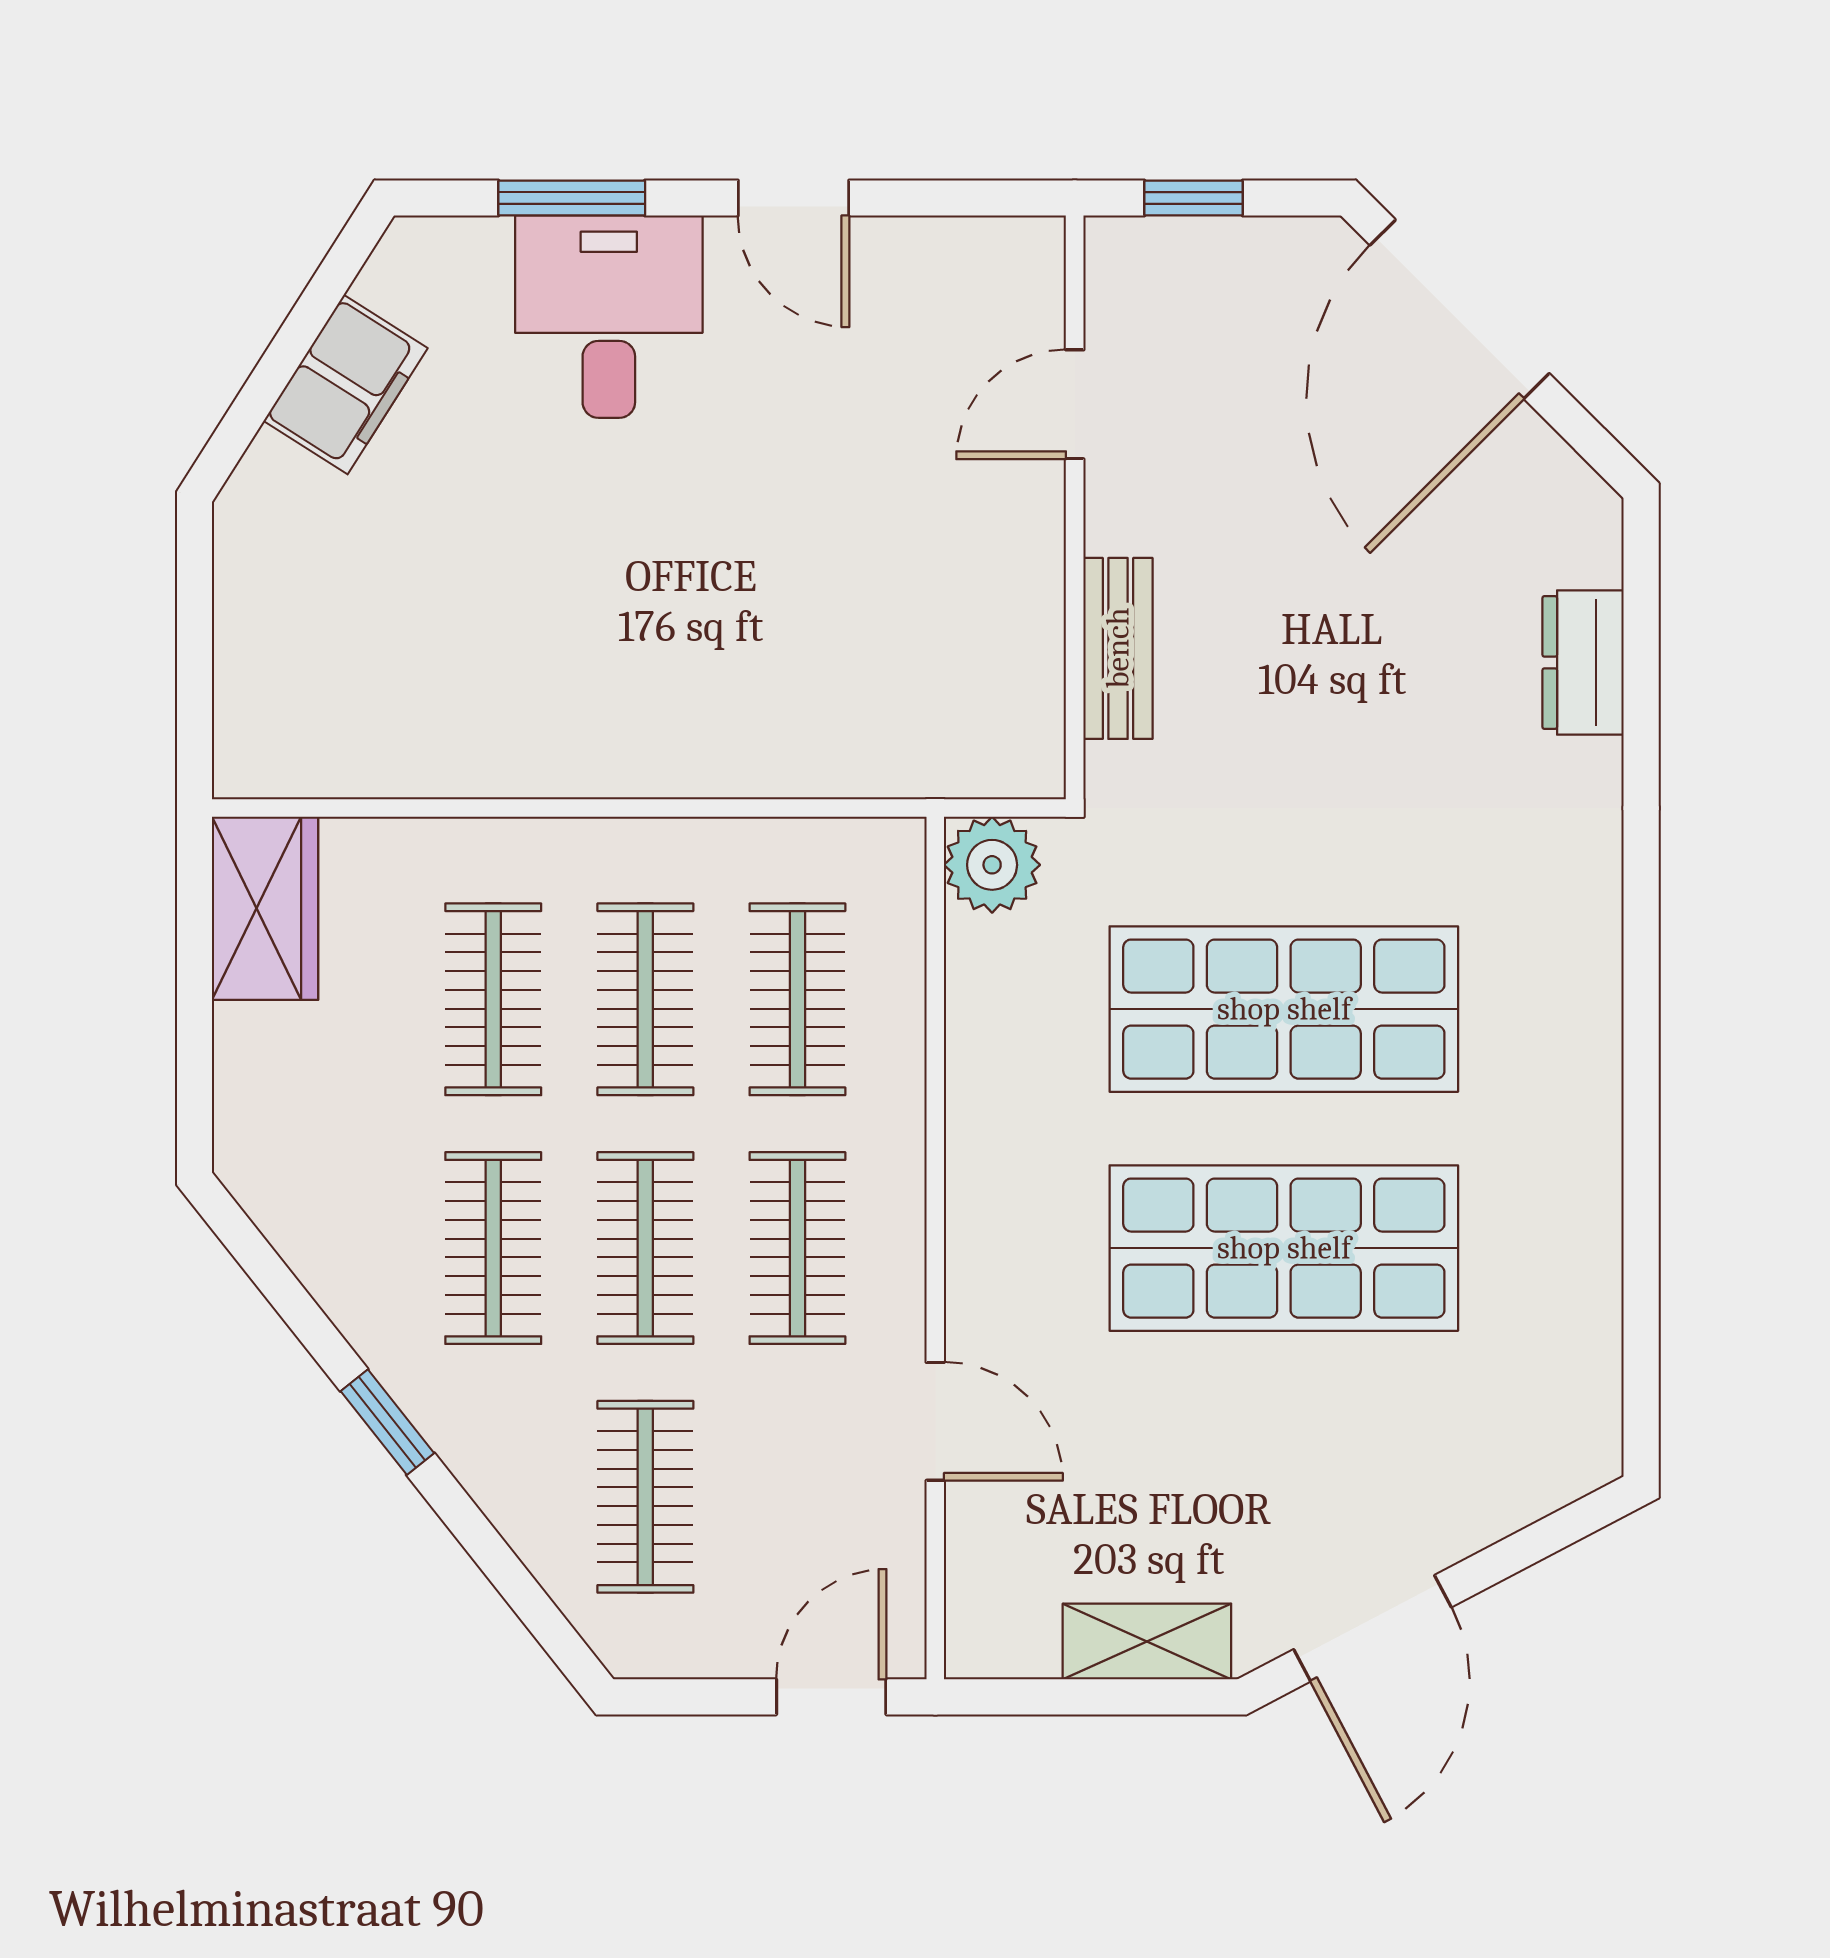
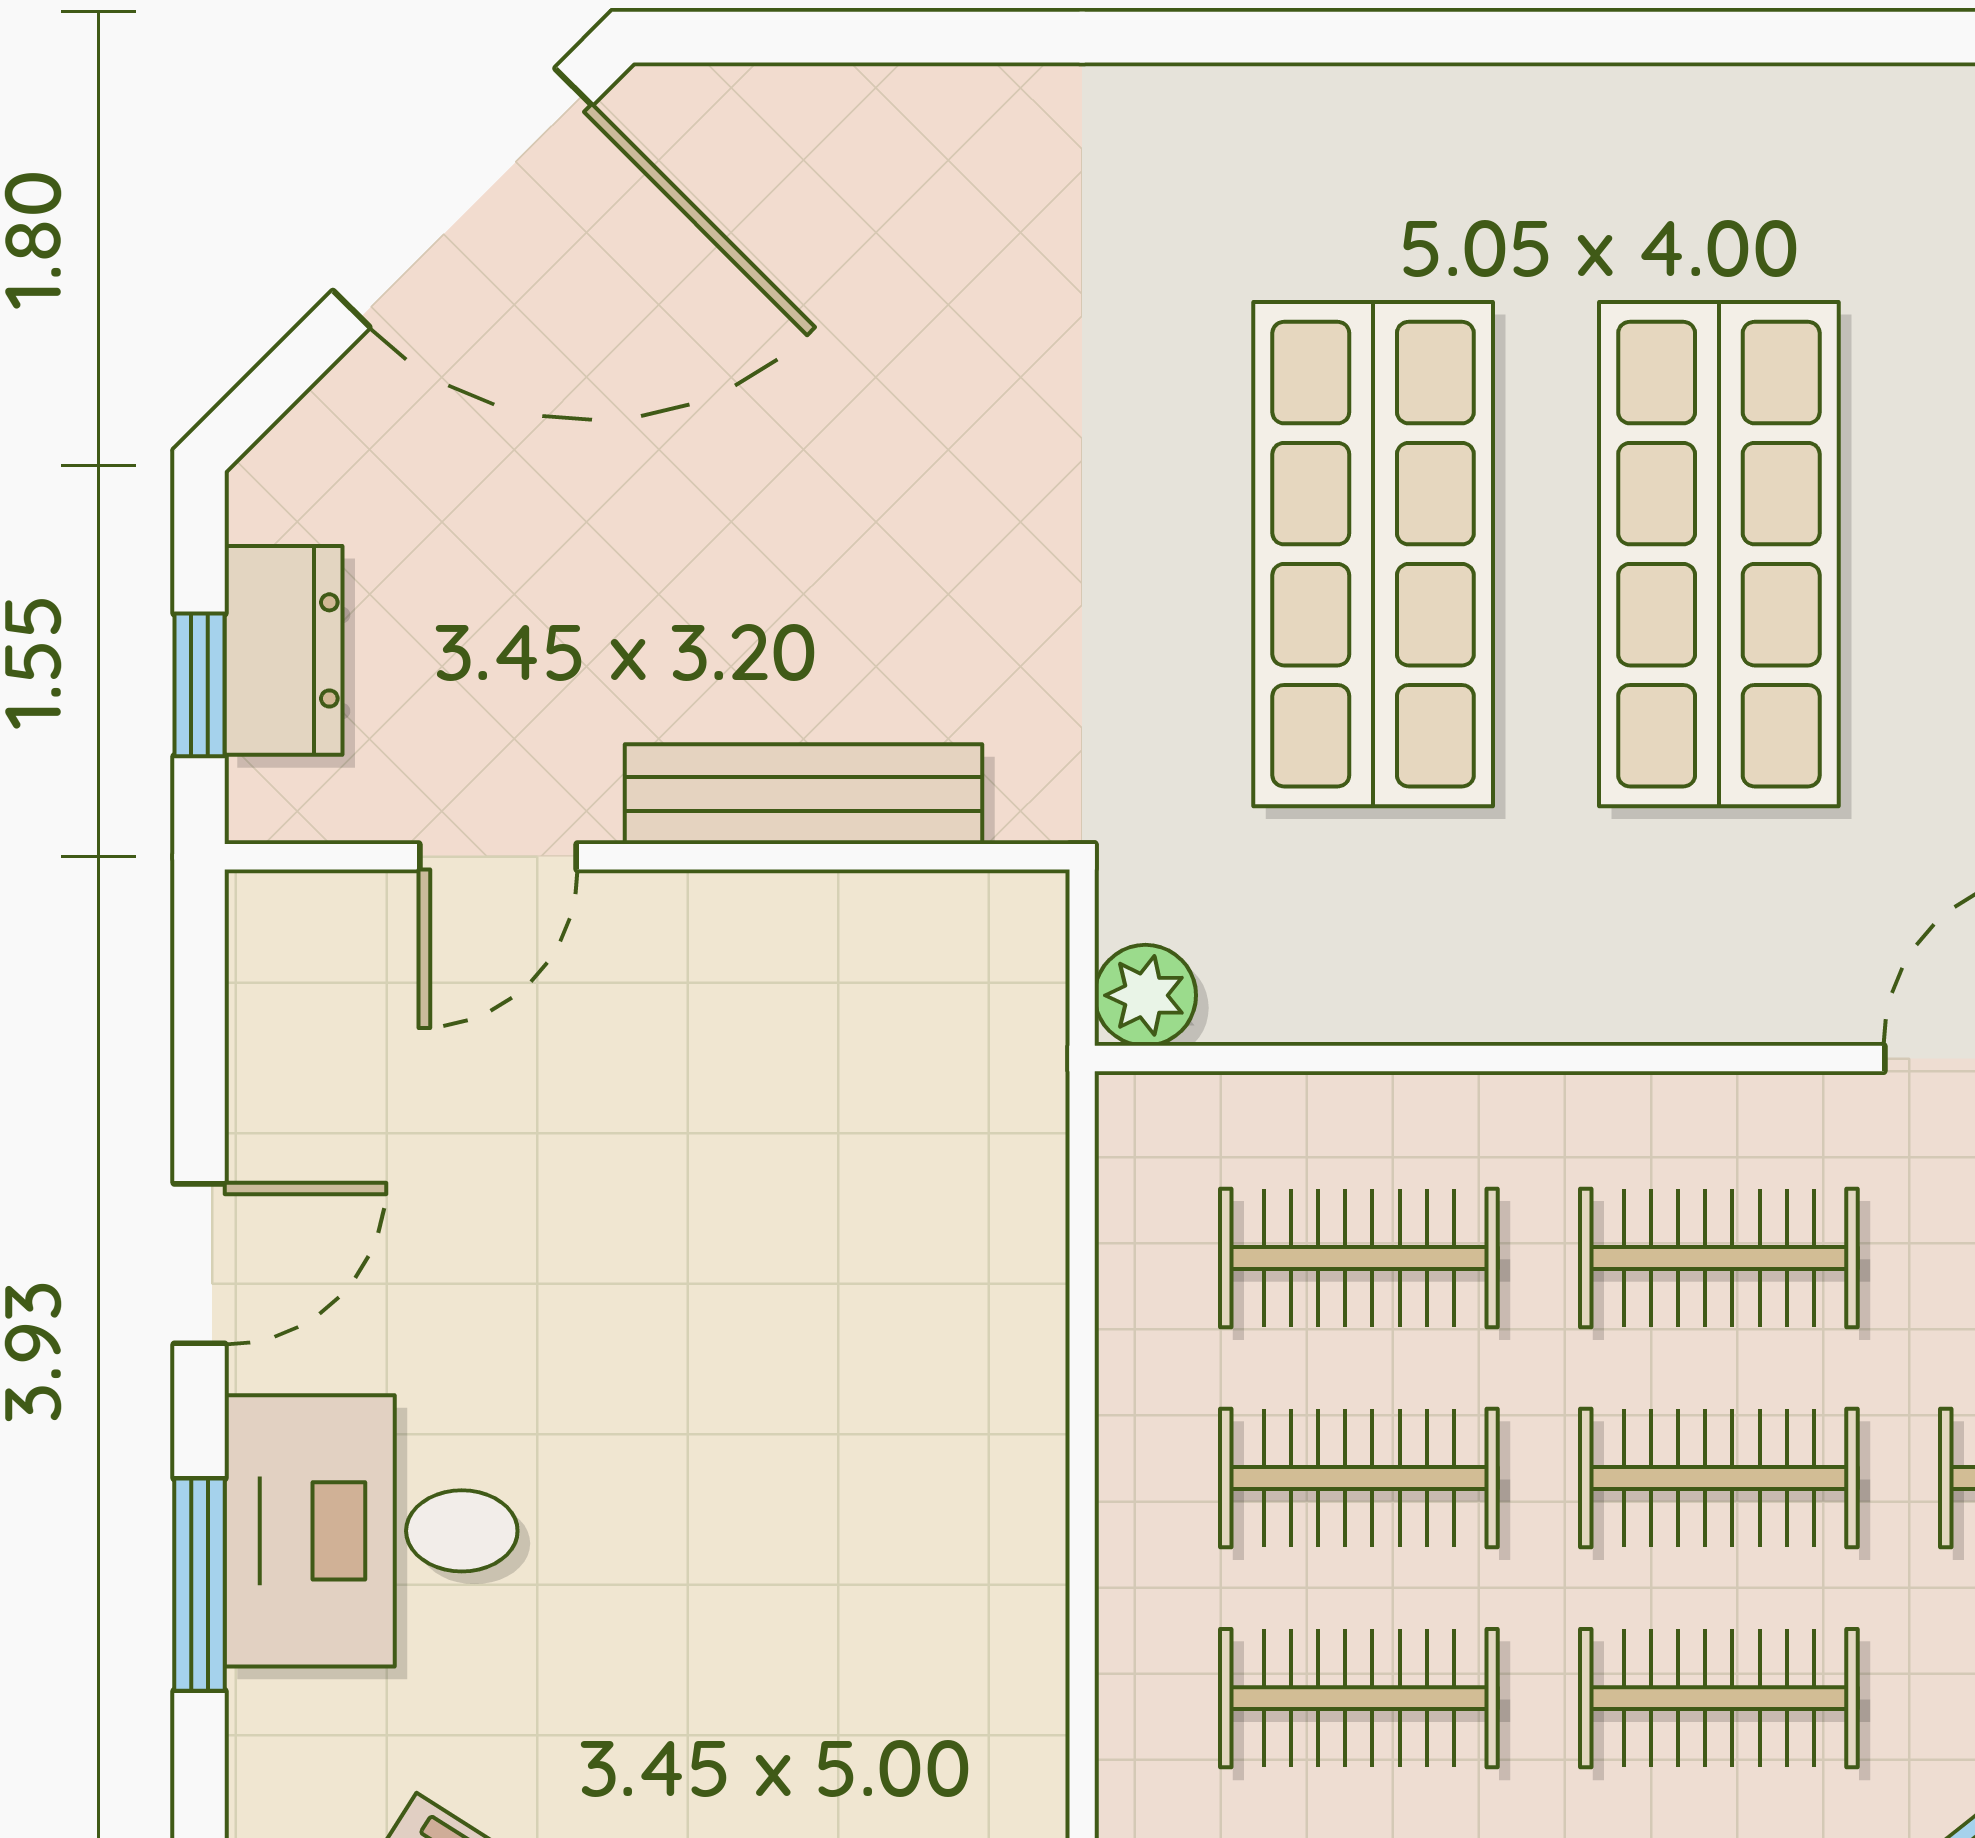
door: (1460, 309) -> (462, 198), moved
door: (1075, 404) -> (498, 857), hinge flipped
bench: (1118, 648) -> (804, 794), width x1.36
dresser: (1583, 662) -> (284, 650), moved, turned -90
plant: (992, 865) -> (1145, 995), width x0.73, depth x0.73

